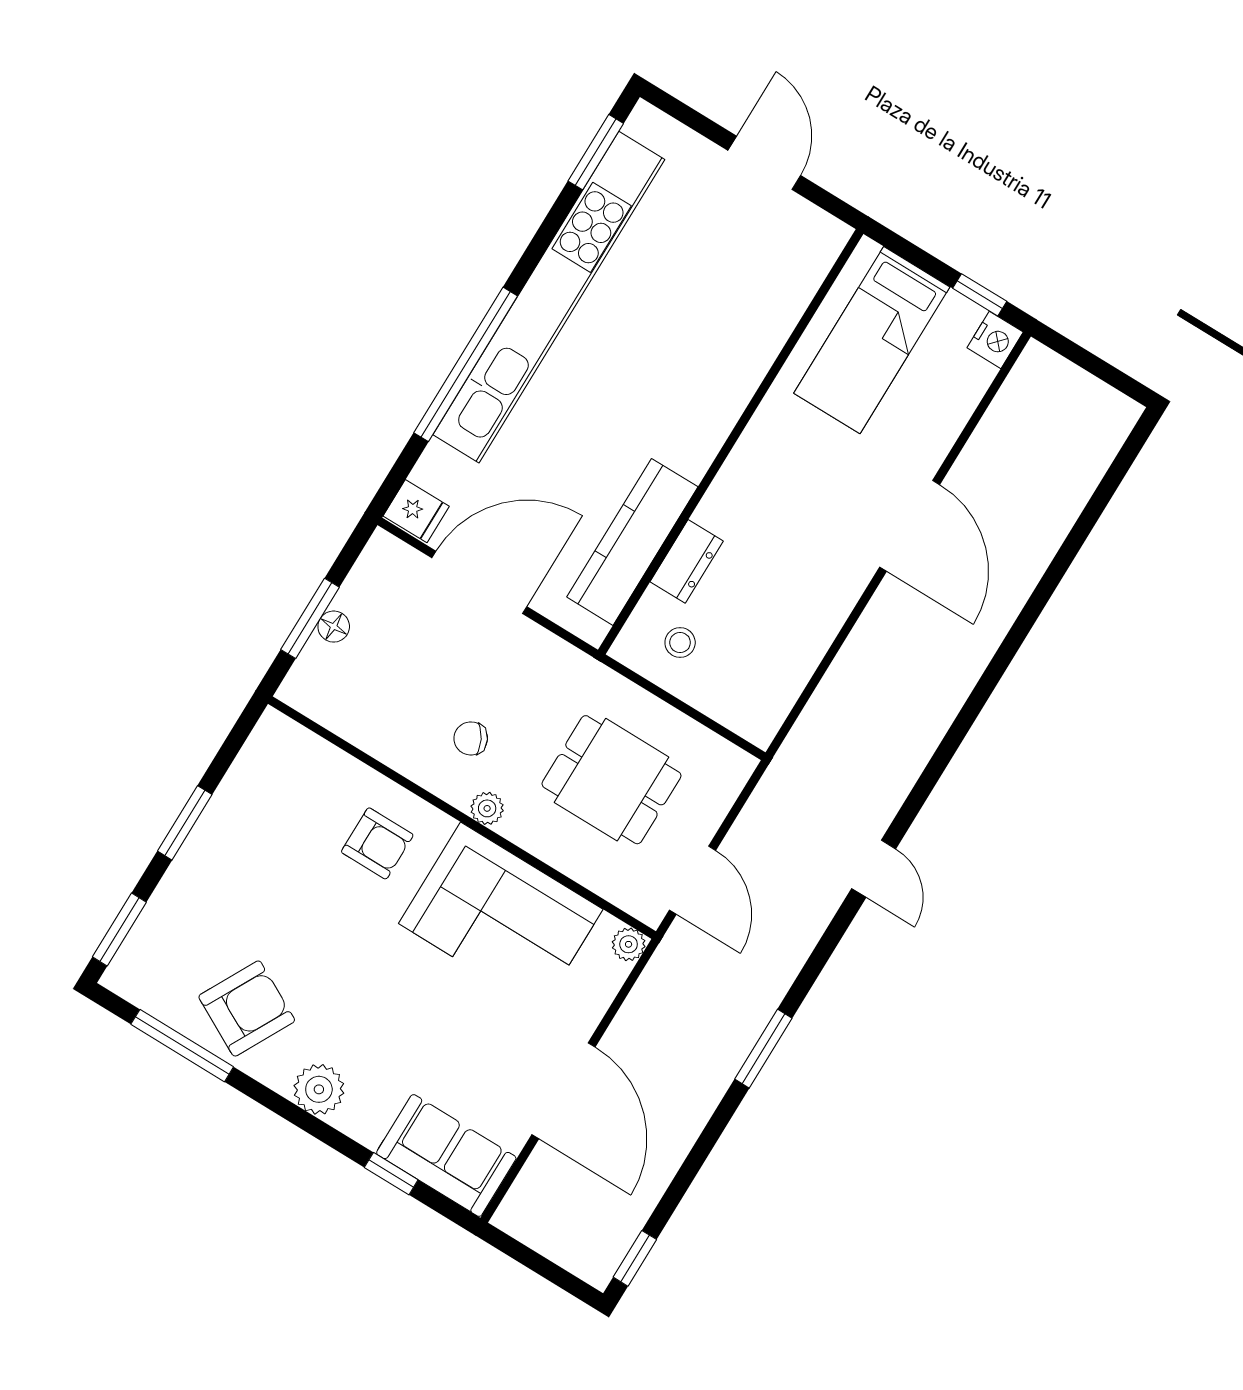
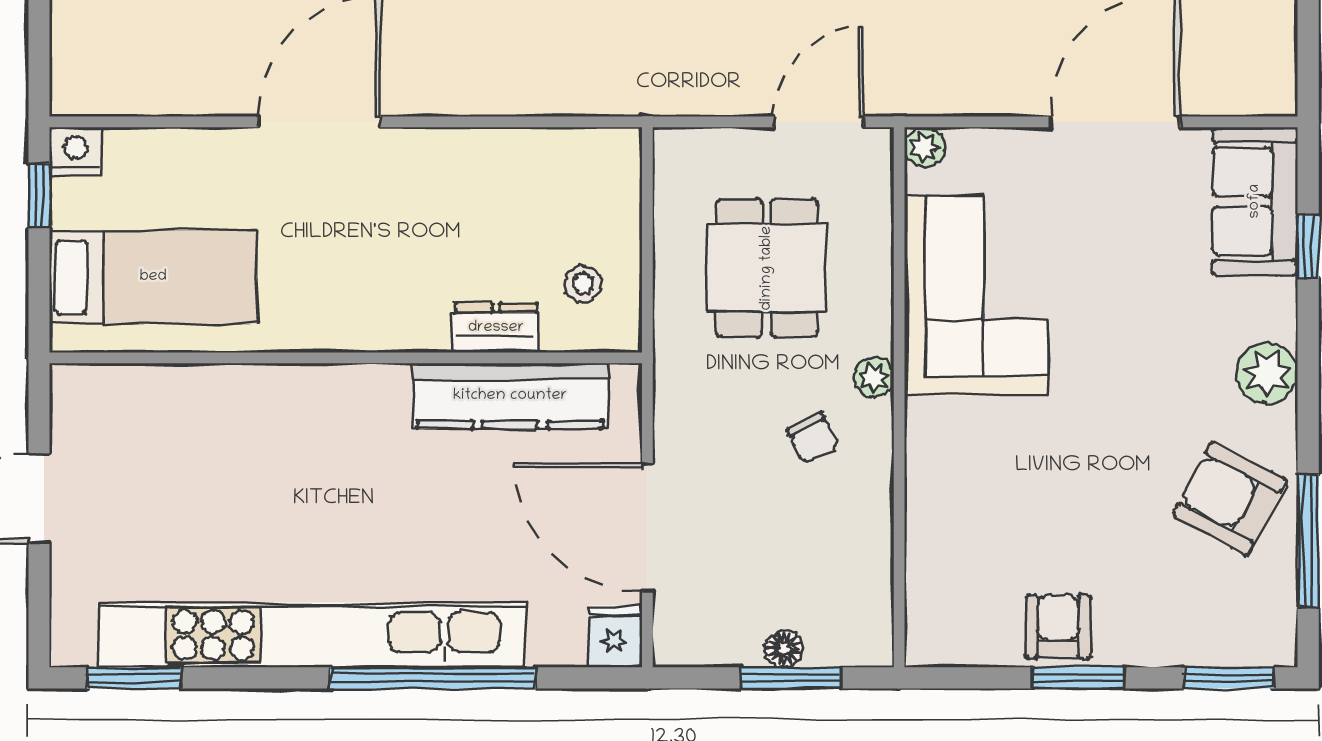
armchair: (377, 843) -> (1058, 627), moved

